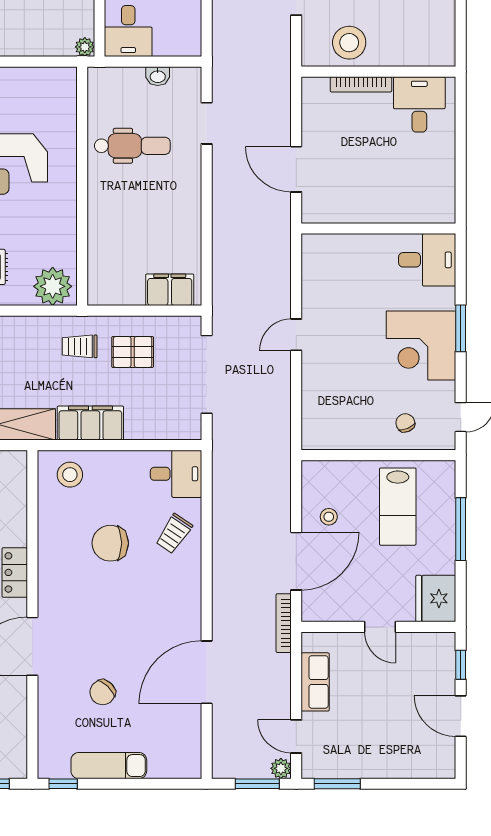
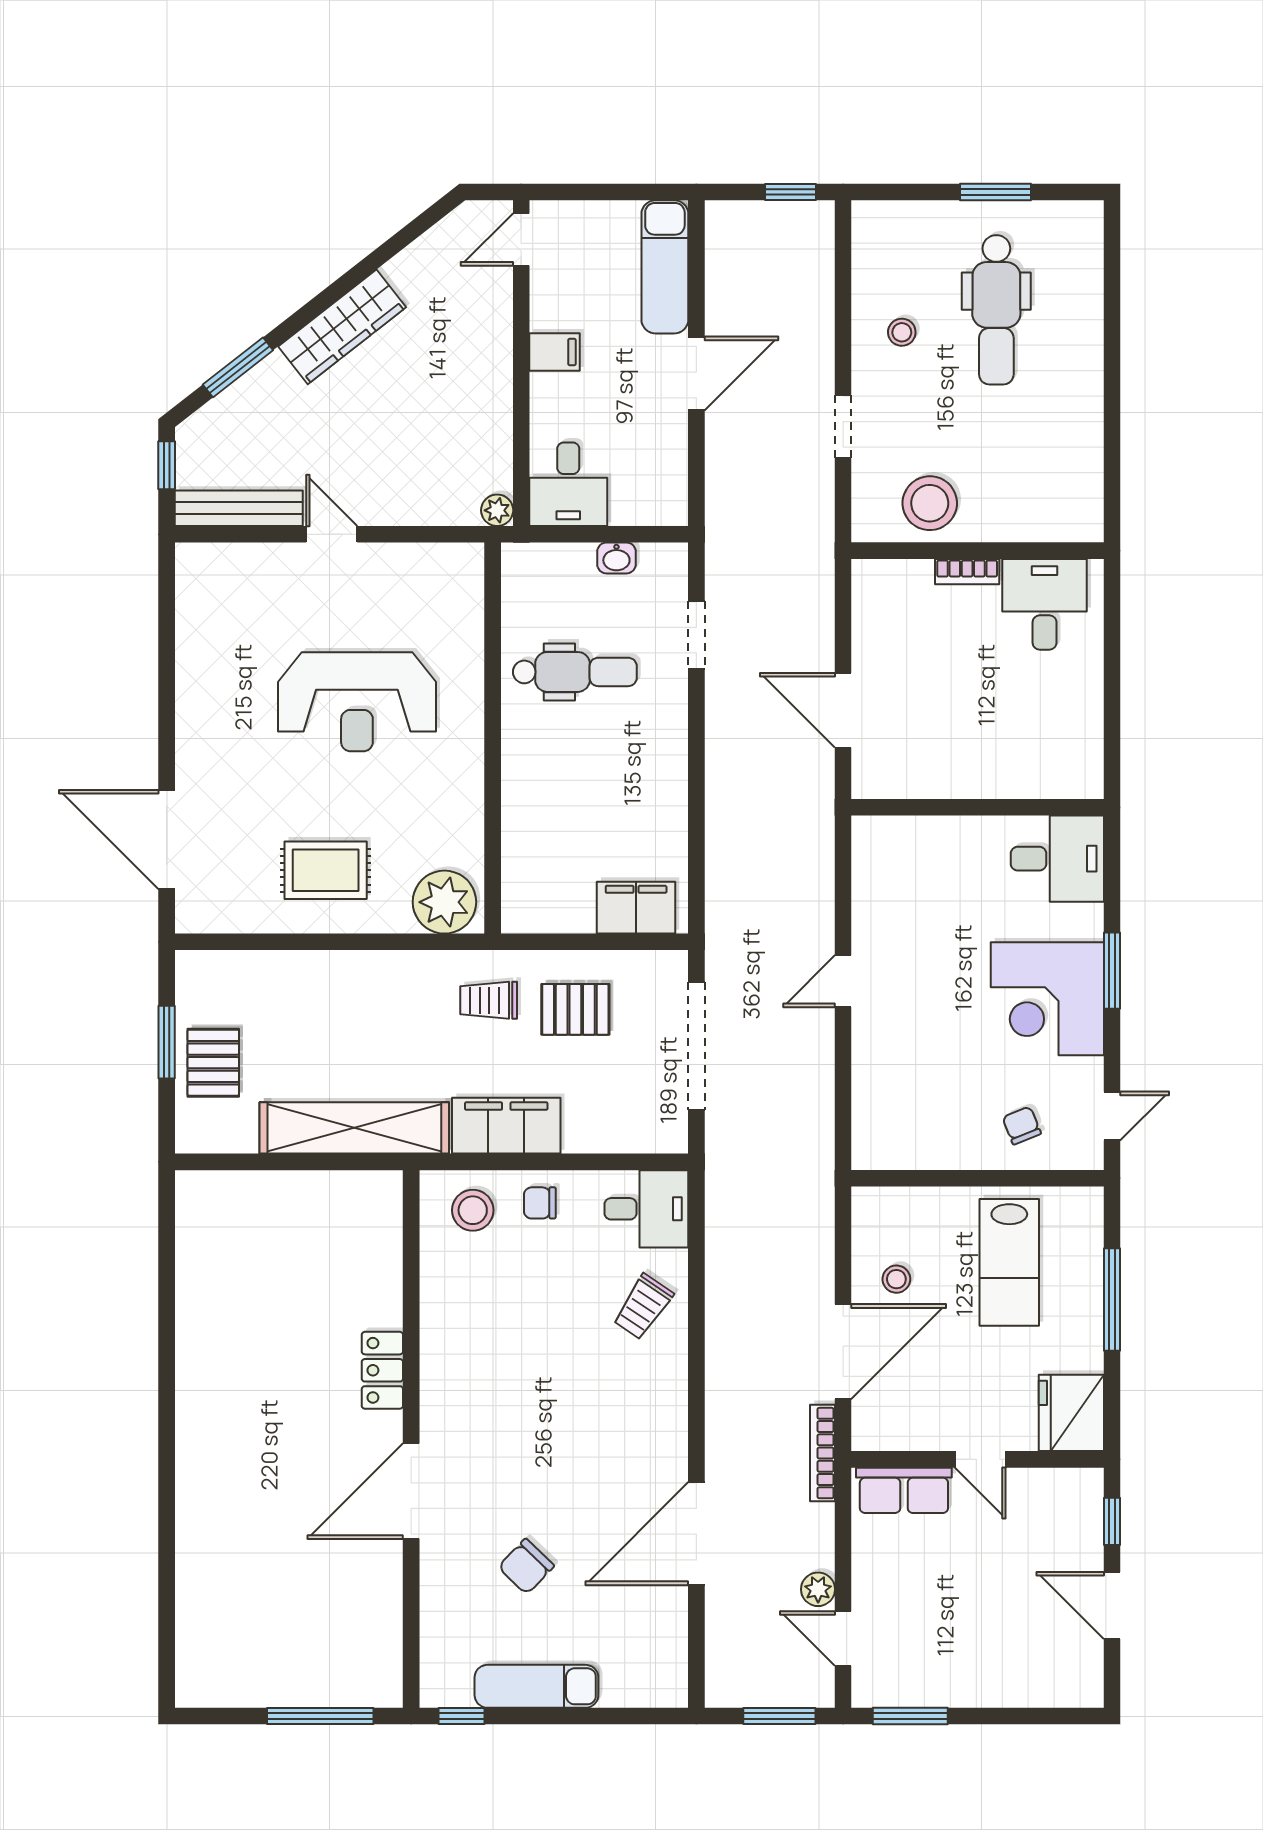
bookcase: (361, 84) -> (967, 572), width x0.64
chair: (110, 543) -> (540, 1203), moved, width x0.54, depth x0.54
row of seats: (315, 682) -> (904, 1490), moved, turned 90
plant: (281, 768) -> (818, 1589), moved

